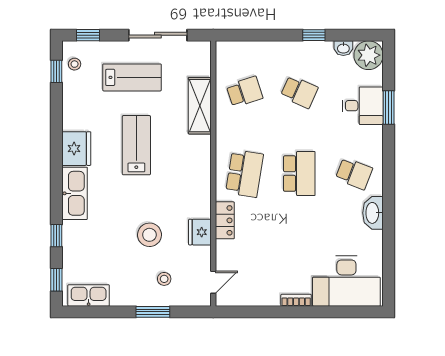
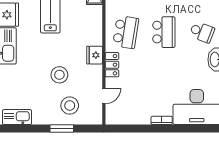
fridge: (200, 232) -> (95, 55), moved
stool: (164, 279) -> (70, 106), width x1.89, depth x1.89
door: (213, 282) -> (104, 96), moved

